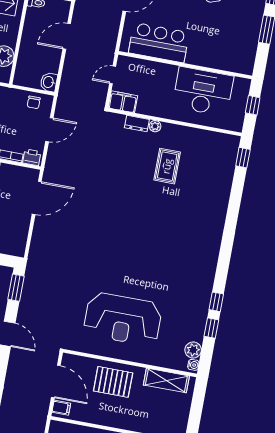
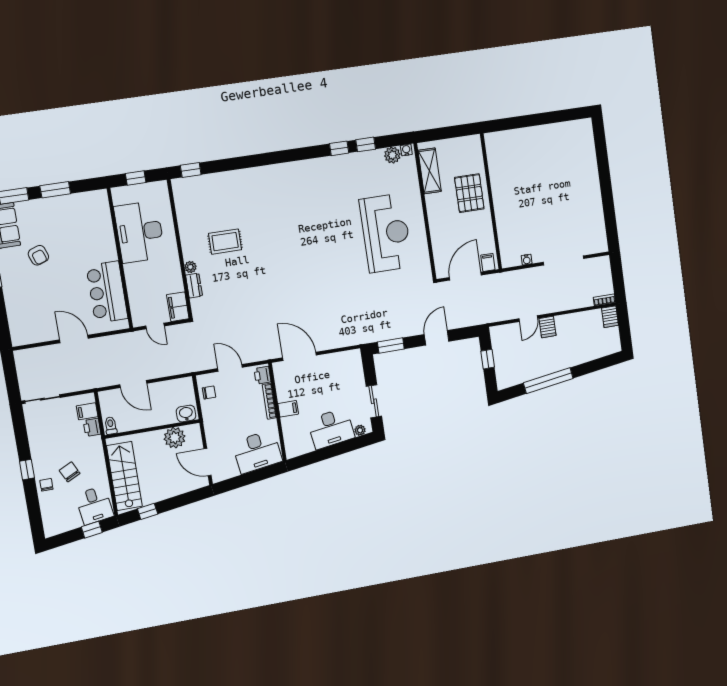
washbasin: (49, 82) -> (186, 414), moved, turned 180
pallet: (113, 382) -> (469, 193), moved

